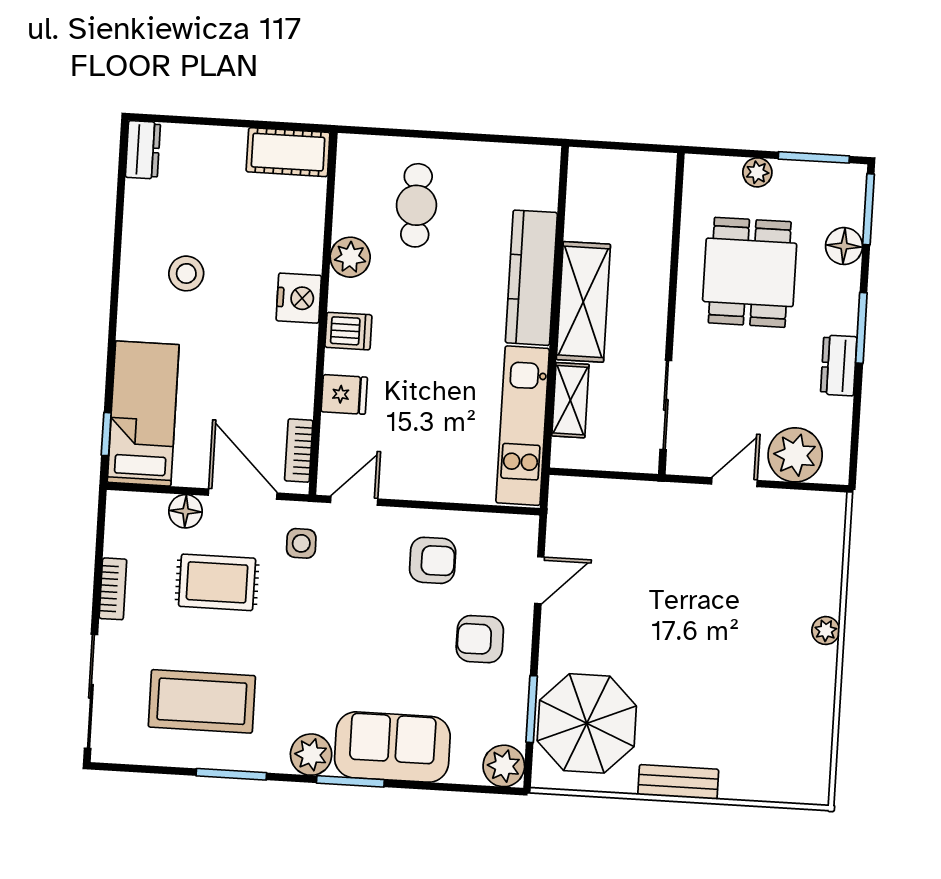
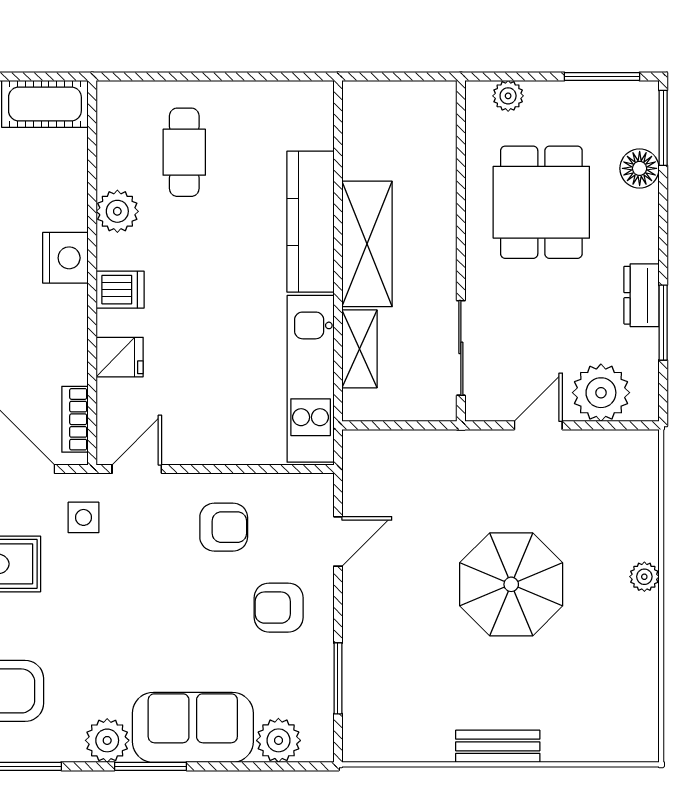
plant: (757, 172) -> (508, 96), moved
window: (861, 328) -> (663, 323), moved
parasol: (587, 723) -> (511, 584), moved
plant: (504, 766) -> (278, 740), moved

